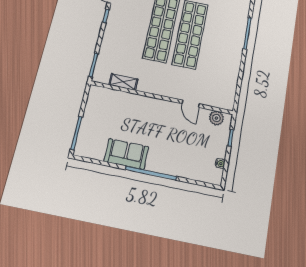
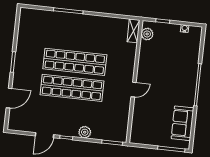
plant: (109, 36) -> (85, 132), added
shelving: (123, 82) -> (133, 31), moved
door: (191, 104) -> (134, 90), moved
sofa: (126, 154) -> (182, 123), moved

